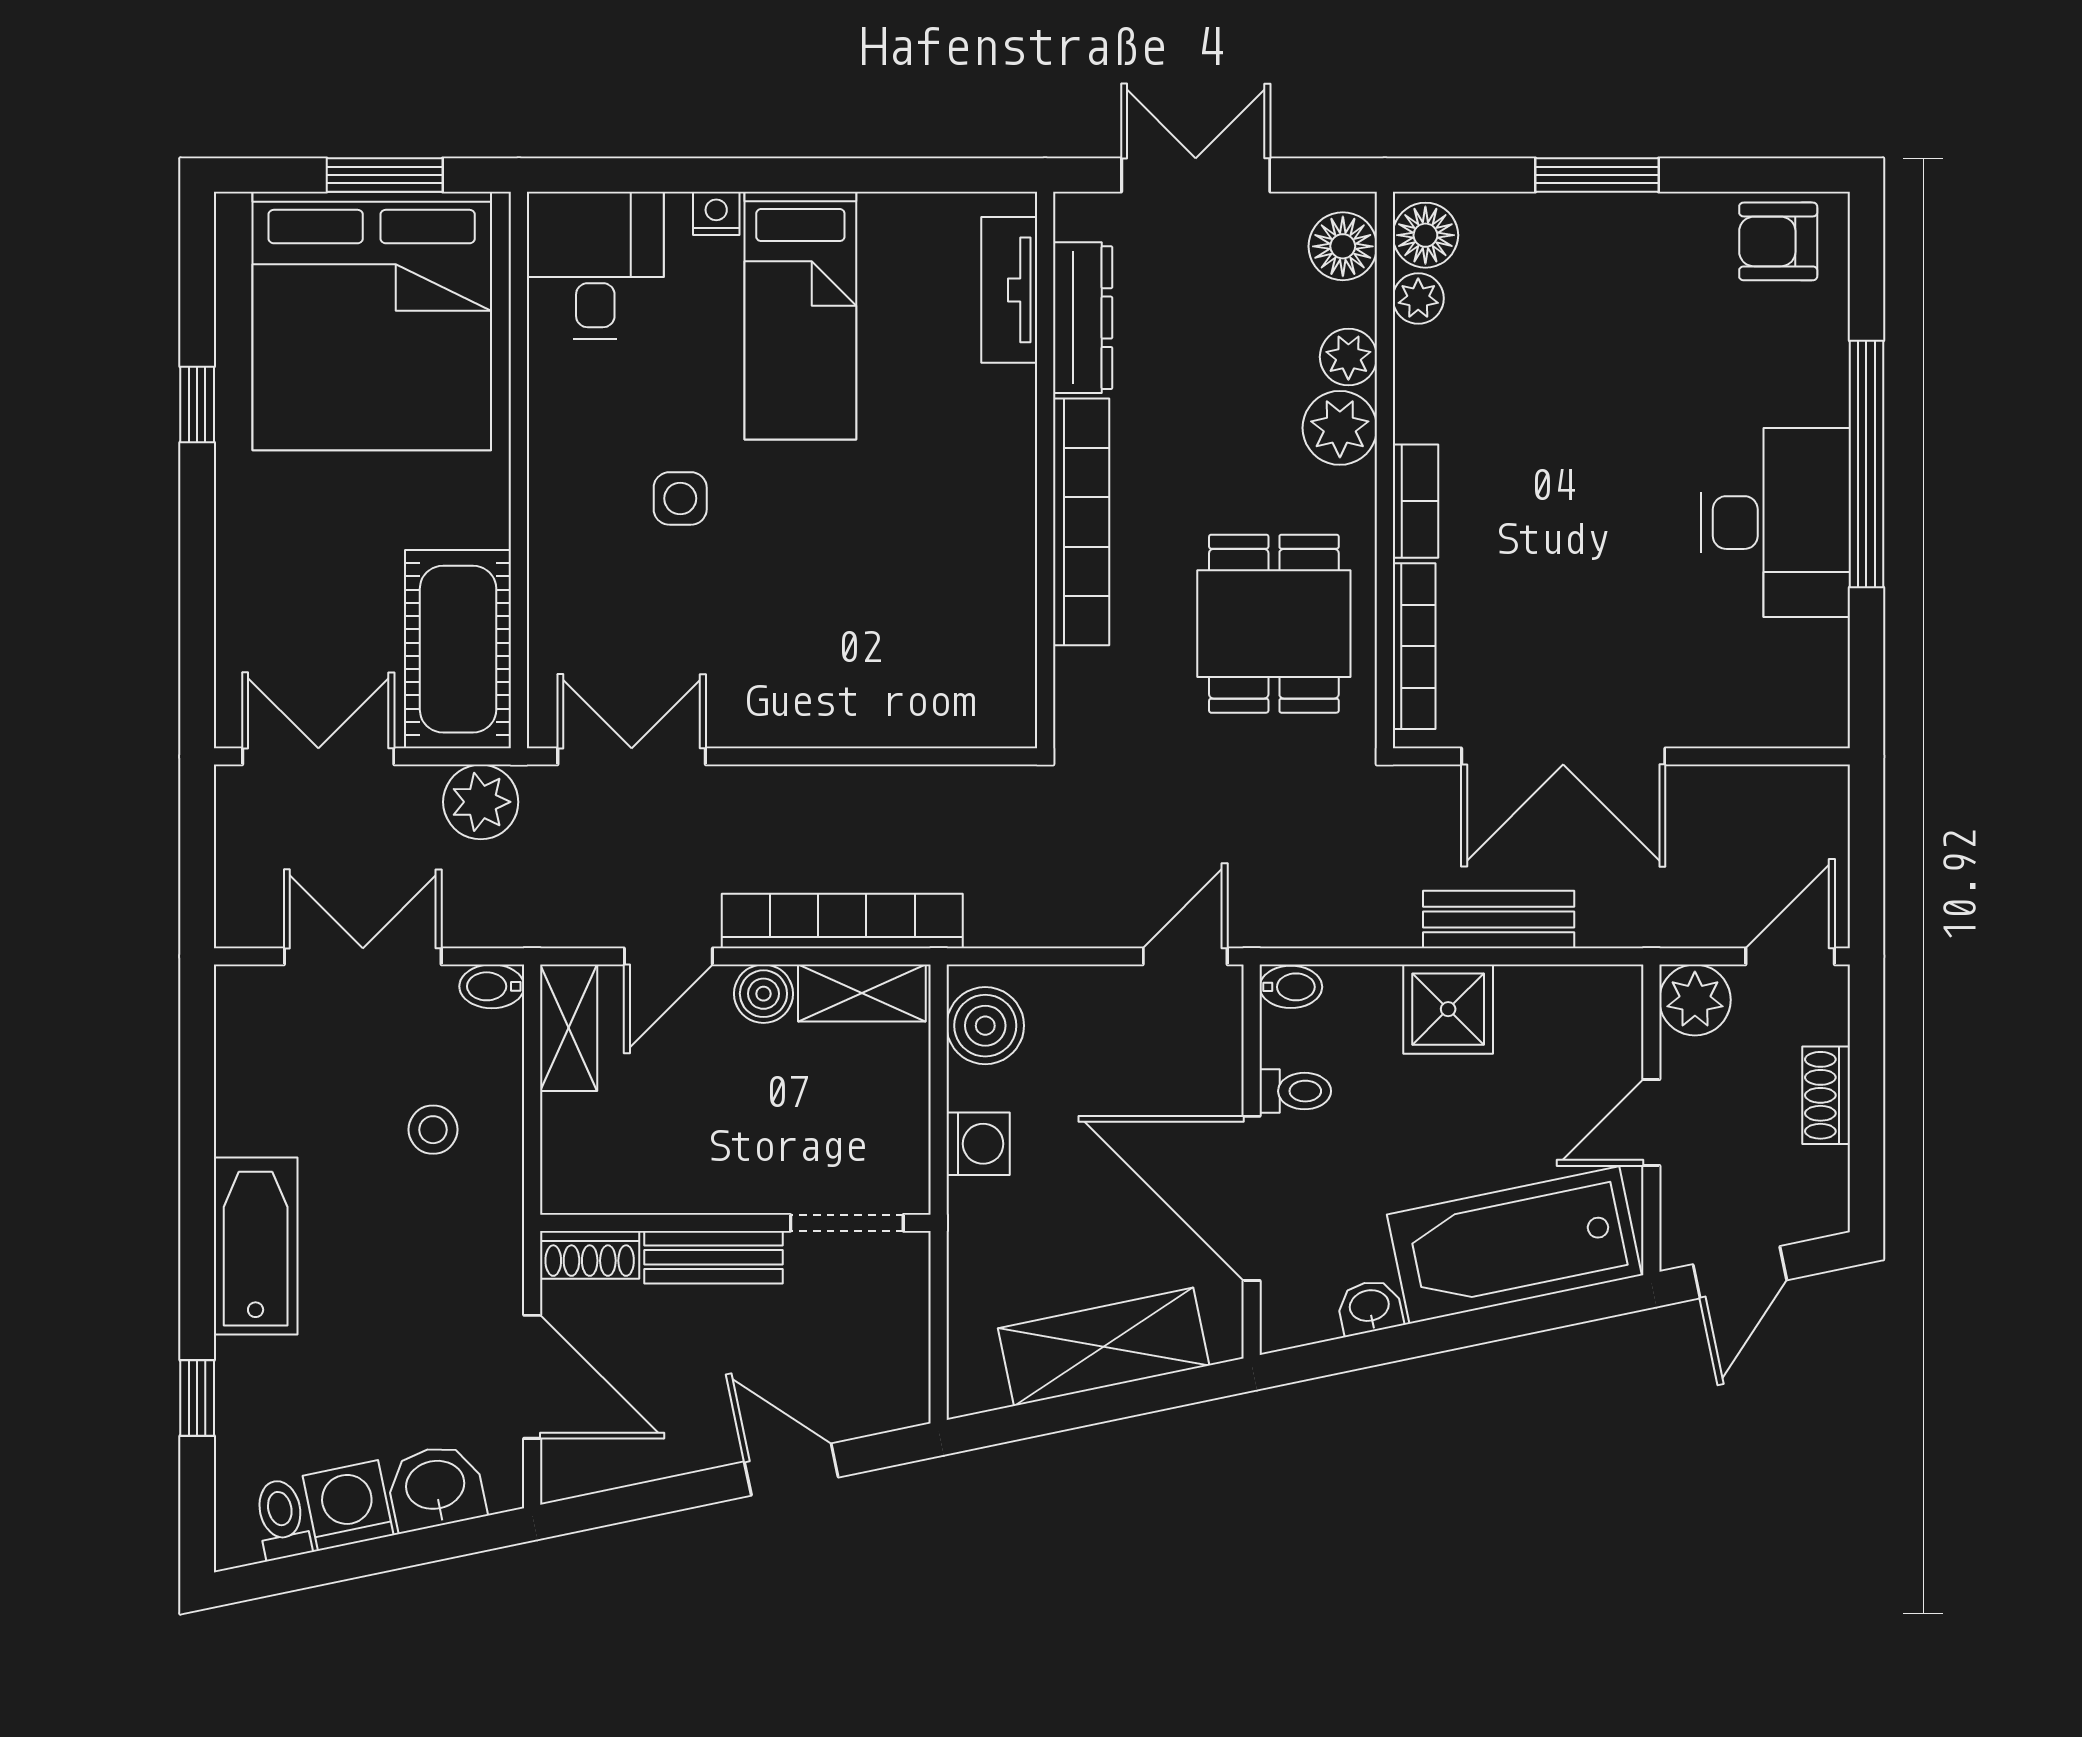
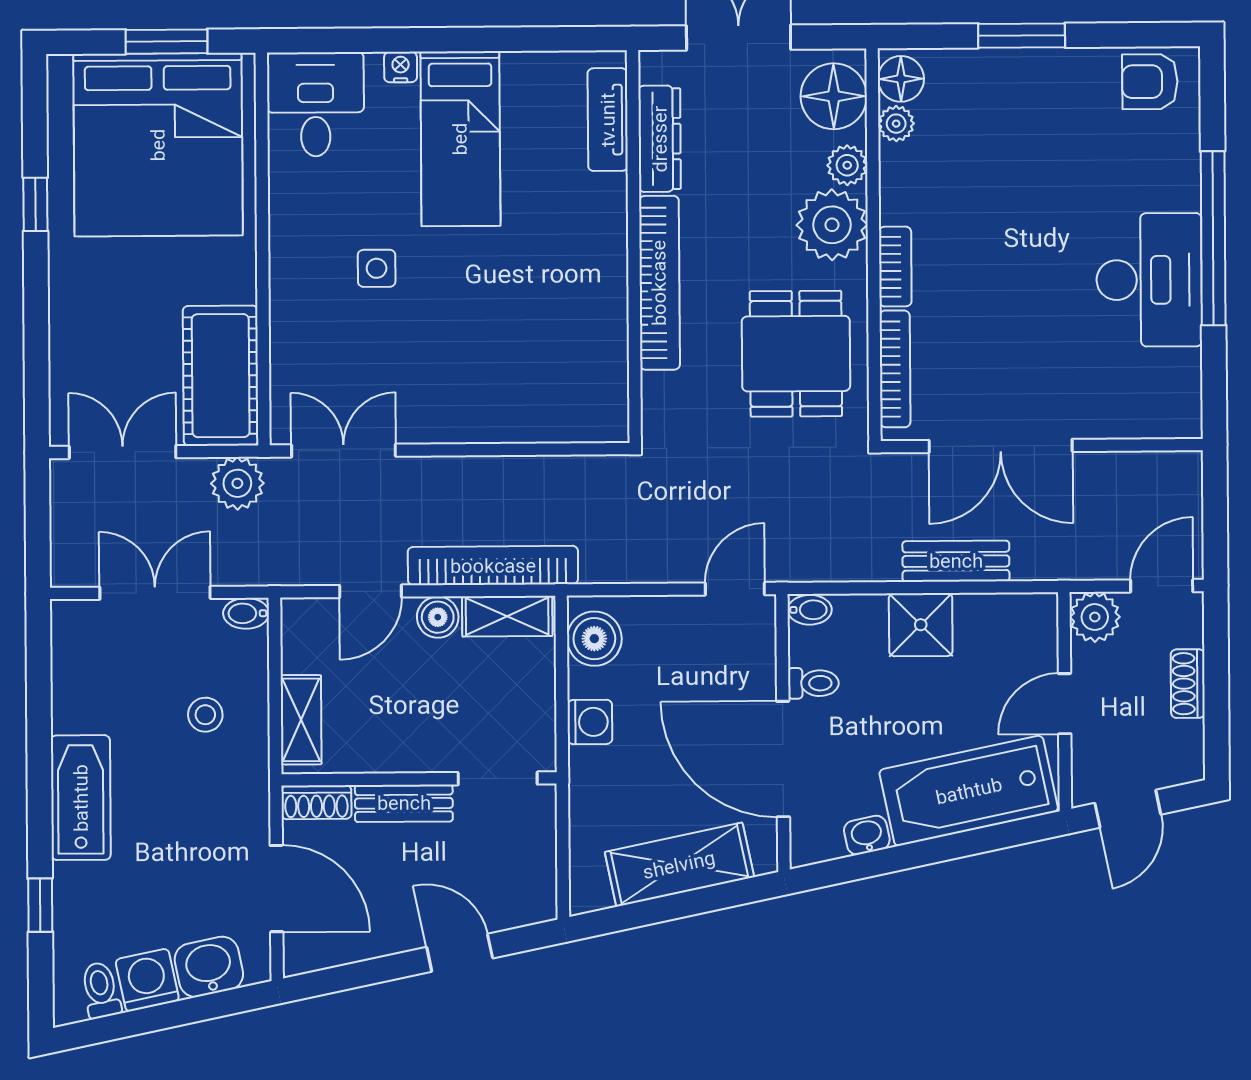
floor lamp: (1343, 246) -> (834, 96), width x1.38, depth x1.38
plant: (1340, 428) -> (832, 225), width x1.36, depth x1.36
shelving: (569, 1028) -> (301, 720), moved

